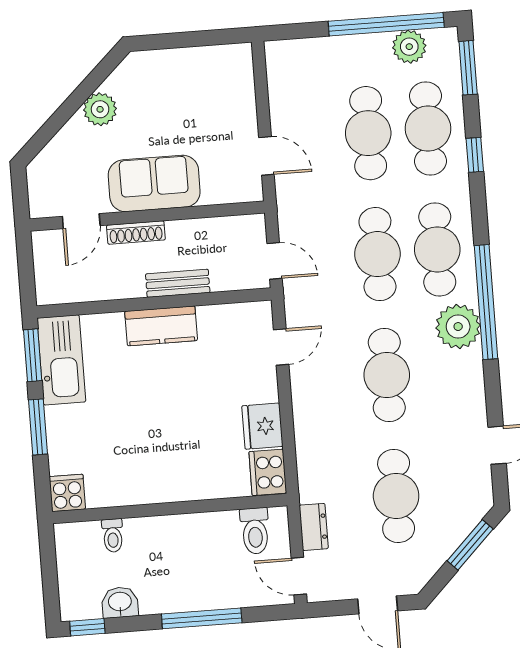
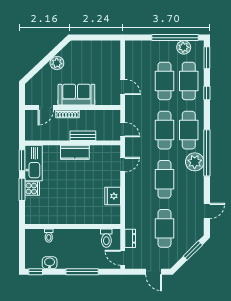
cooker: (268, 472) -> (113, 215), removed
cooker: (67, 493) -> (32, 189), moved, turned 90

